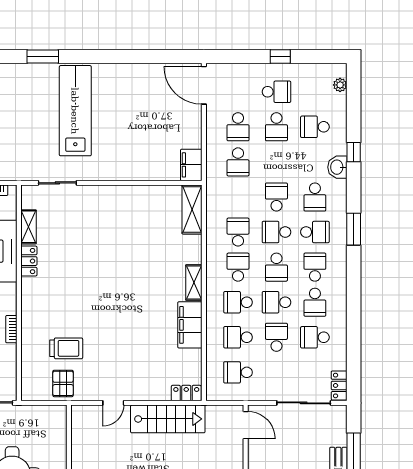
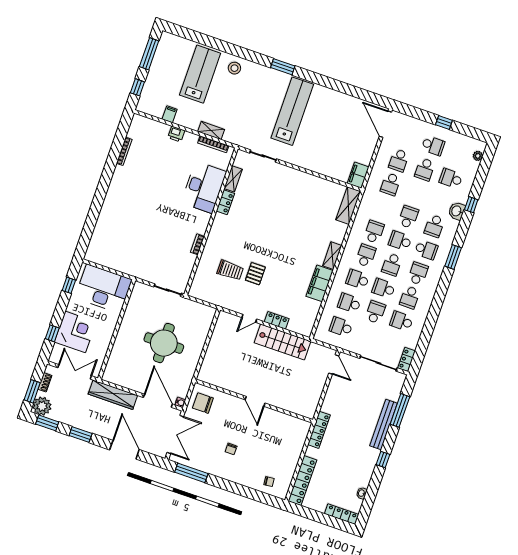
pallet: (63, 383) -> (255, 274), moved
locker: (186, 393) -> (277, 320), moved

